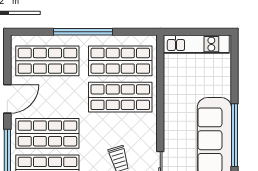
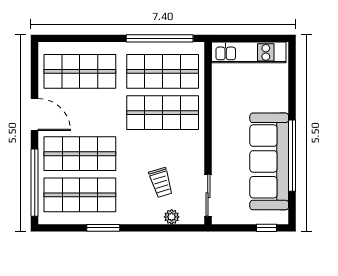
window: (83, 32) -> (160, 38), moved
door: (7, 99) -> (35, 115), hinge flipped

